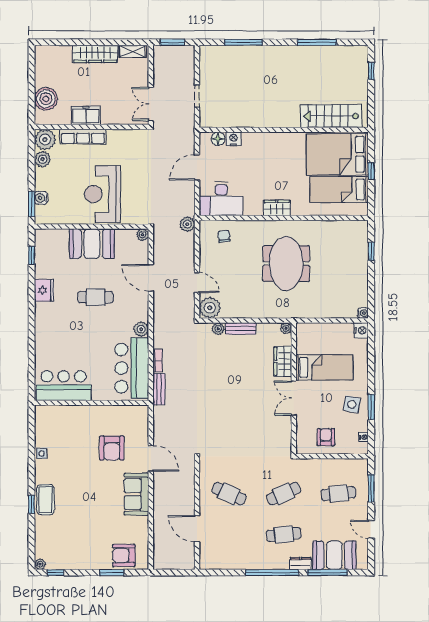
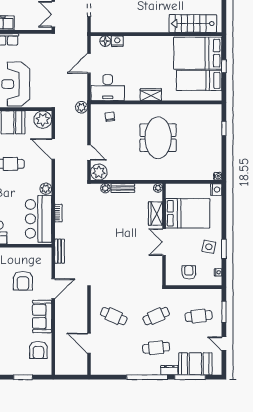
plant: (143, 235) -> (43, 120), width x1.87, depth x1.87
bed: (324, 367) -> (188, 213), width x1.50
bench: (159, 389) -> (60, 251), moved
door: (151, 458) -> (53, 289), hinge flipped
armchair: (124, 555) -> (38, 350), moved, turned -90

